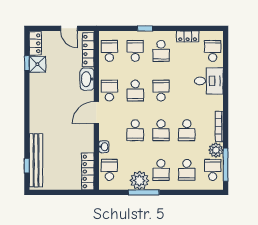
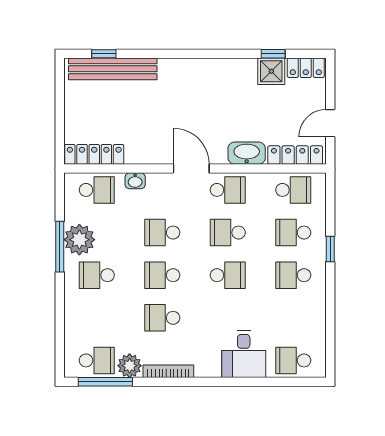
locker: (188, 36) -> (317, 319), removed
school desk: (135, 51) -> (293, 233), turned 180
school desk: (213, 51) -> (293, 360), turned 180
school desk: (187, 170) -> (97, 318), removed

